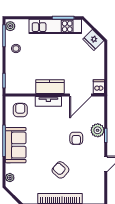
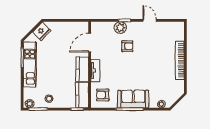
kitchen counter: (20, 86) -> (82, 95), added
dishwasher: (99, 87) -> (82, 26), removed
door: (80, 95) -> (90, 43), swing flipped
armchair: (60, 170) -> (155, 60), removed

